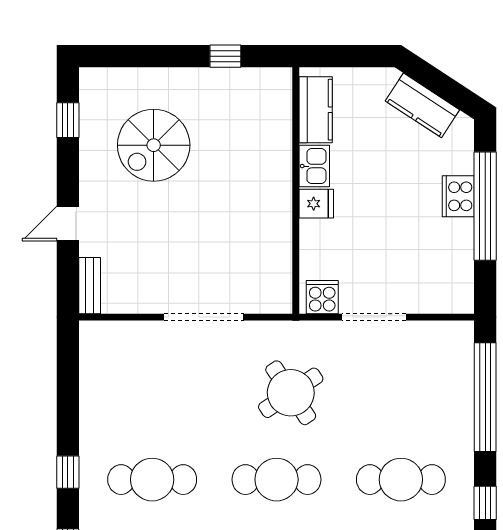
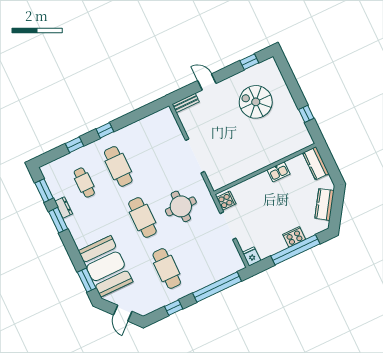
kitchen counter: (316, 110) -> (316, 163), moved, turned 90
fridge: (316, 204) -> (252, 256), moved, turned 180
round table: (291, 393) -> (181, 206), turned 34

